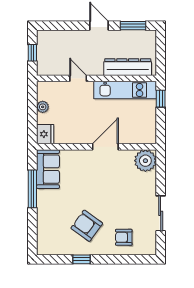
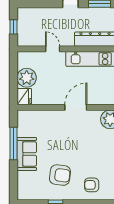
plant: (43, 107) -> (27, 78), width x1.87, depth x1.87
sofa: (48, 169) -> (27, 154), moved
armchair: (87, 226) -> (60, 175), turned 151

